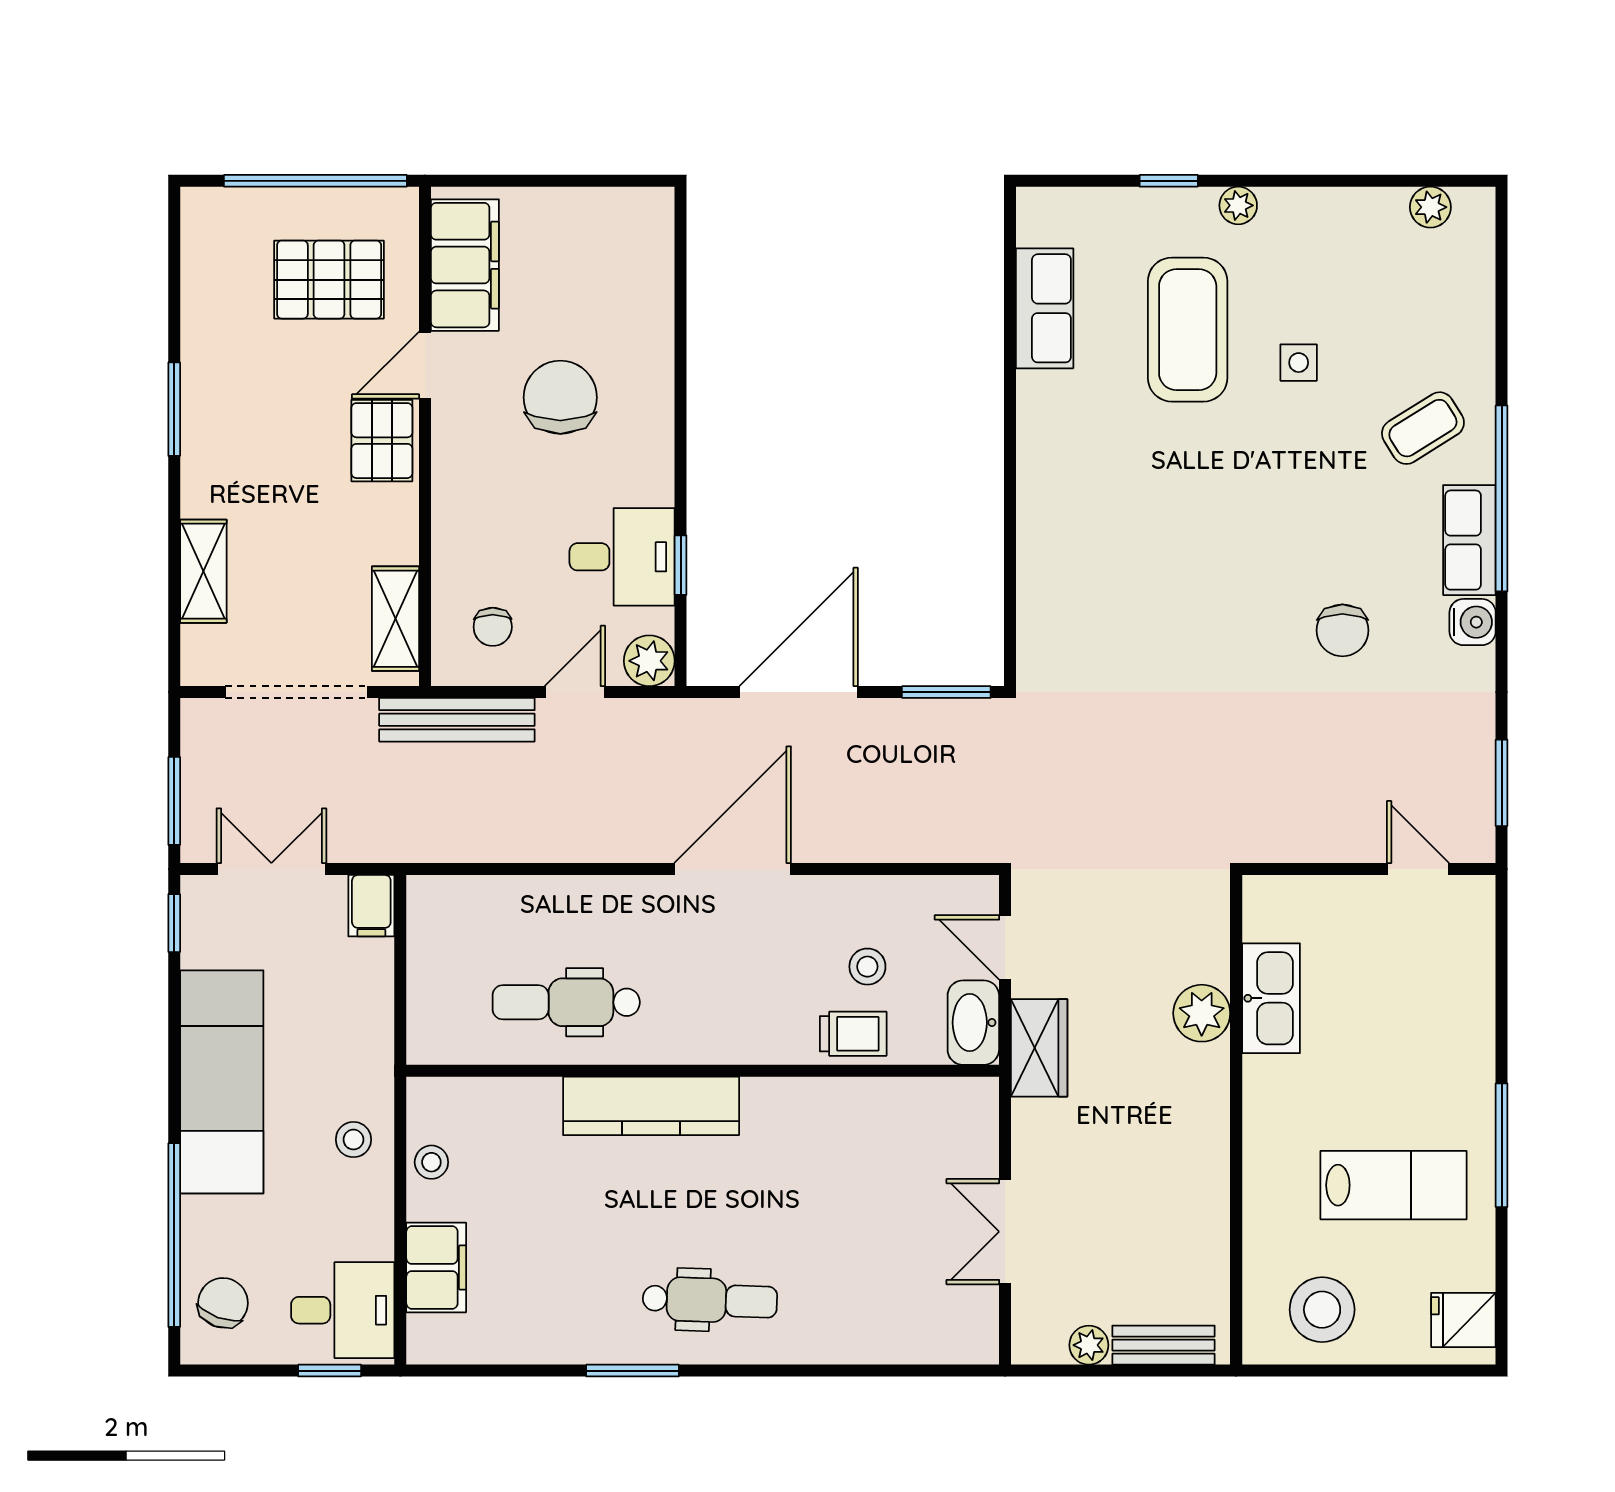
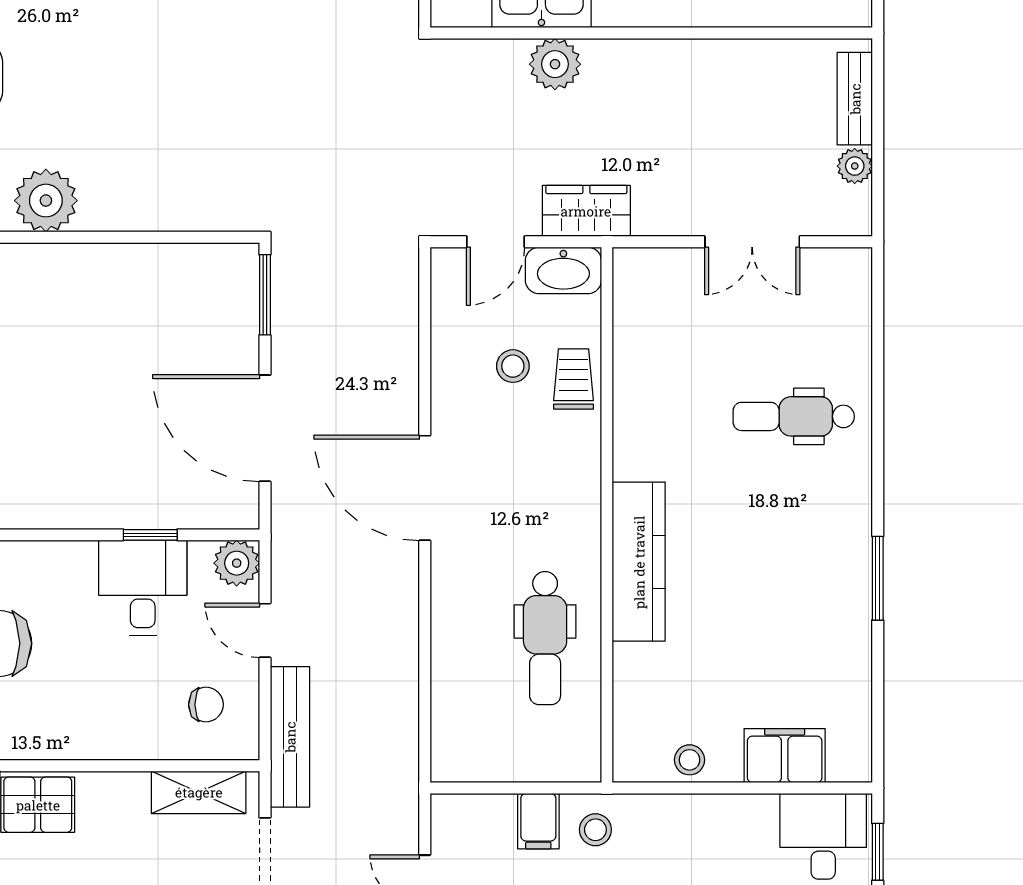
plant: (1051, 450) -> (46, 201), added
filing cabinet: (371, 906) -> (538, 821), moved, turned 90
stool: (353, 1140) -> (595, 830), moved
dental chair: (710, 1300) -> (794, 416), moved, turned -92

